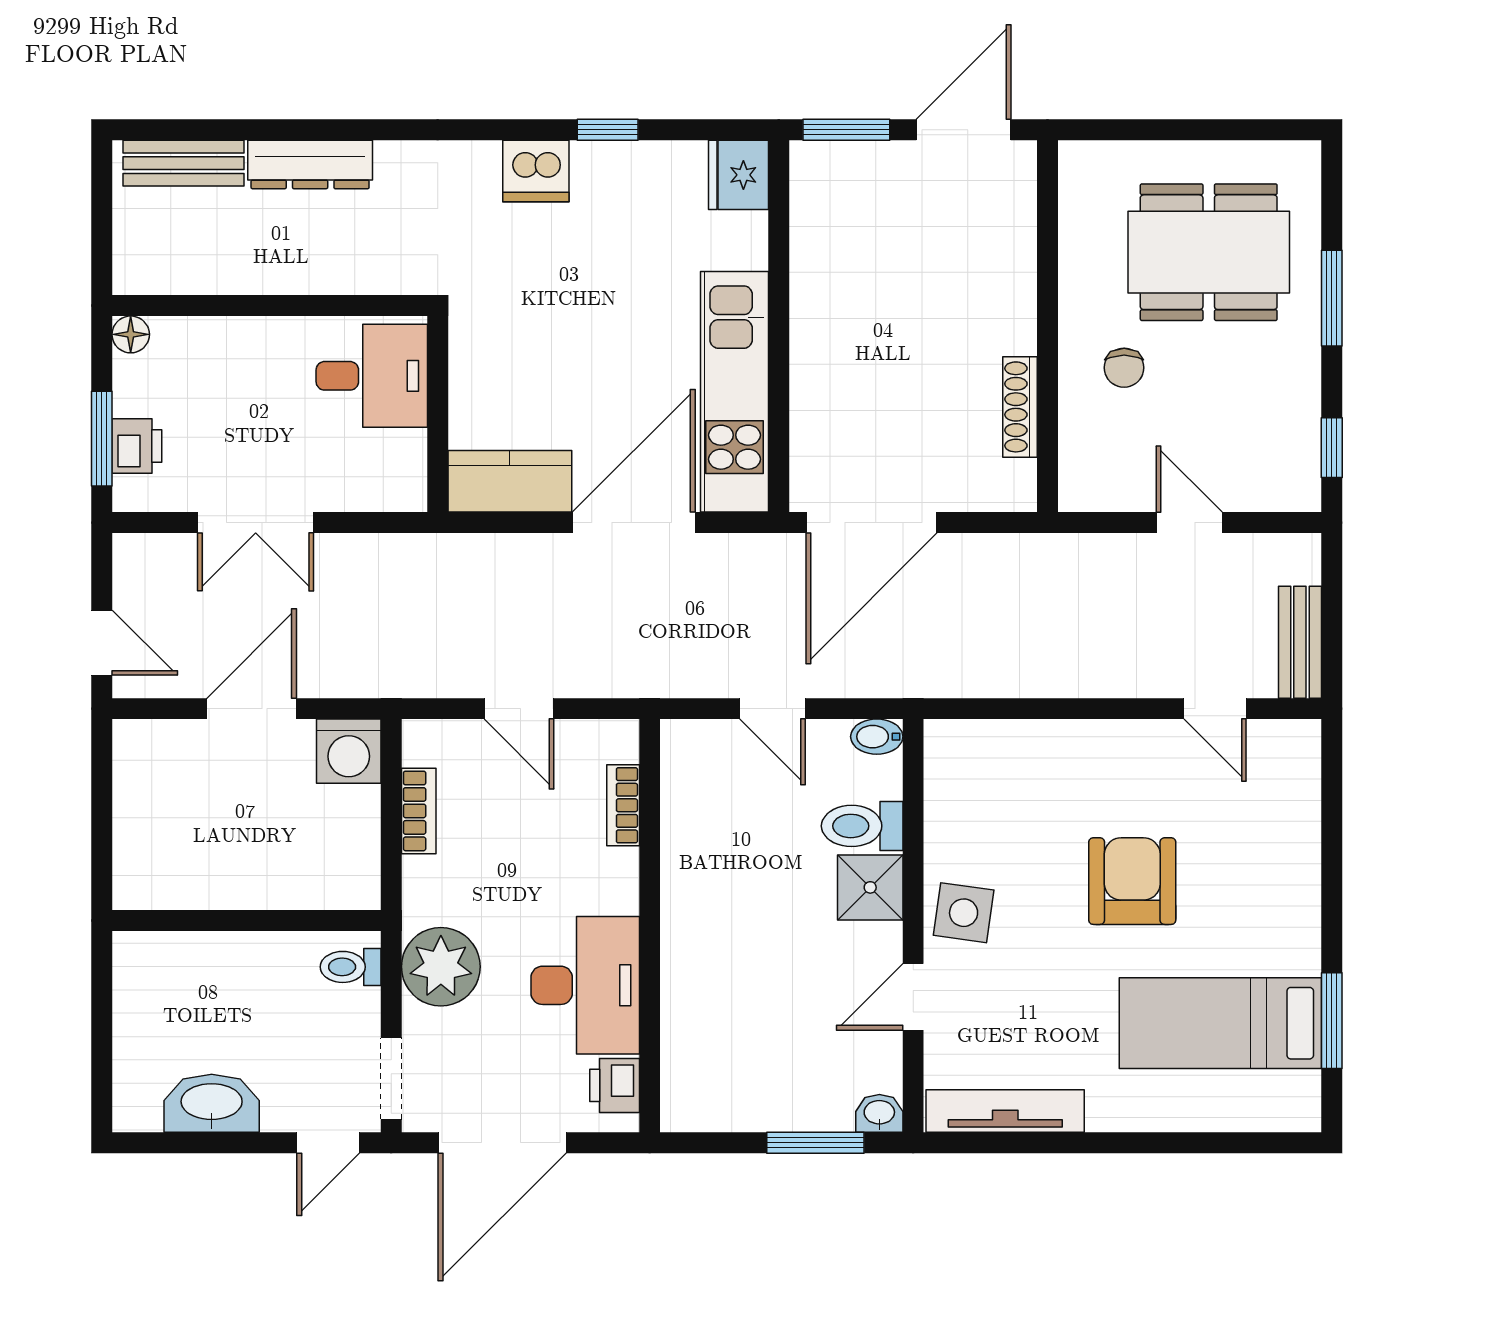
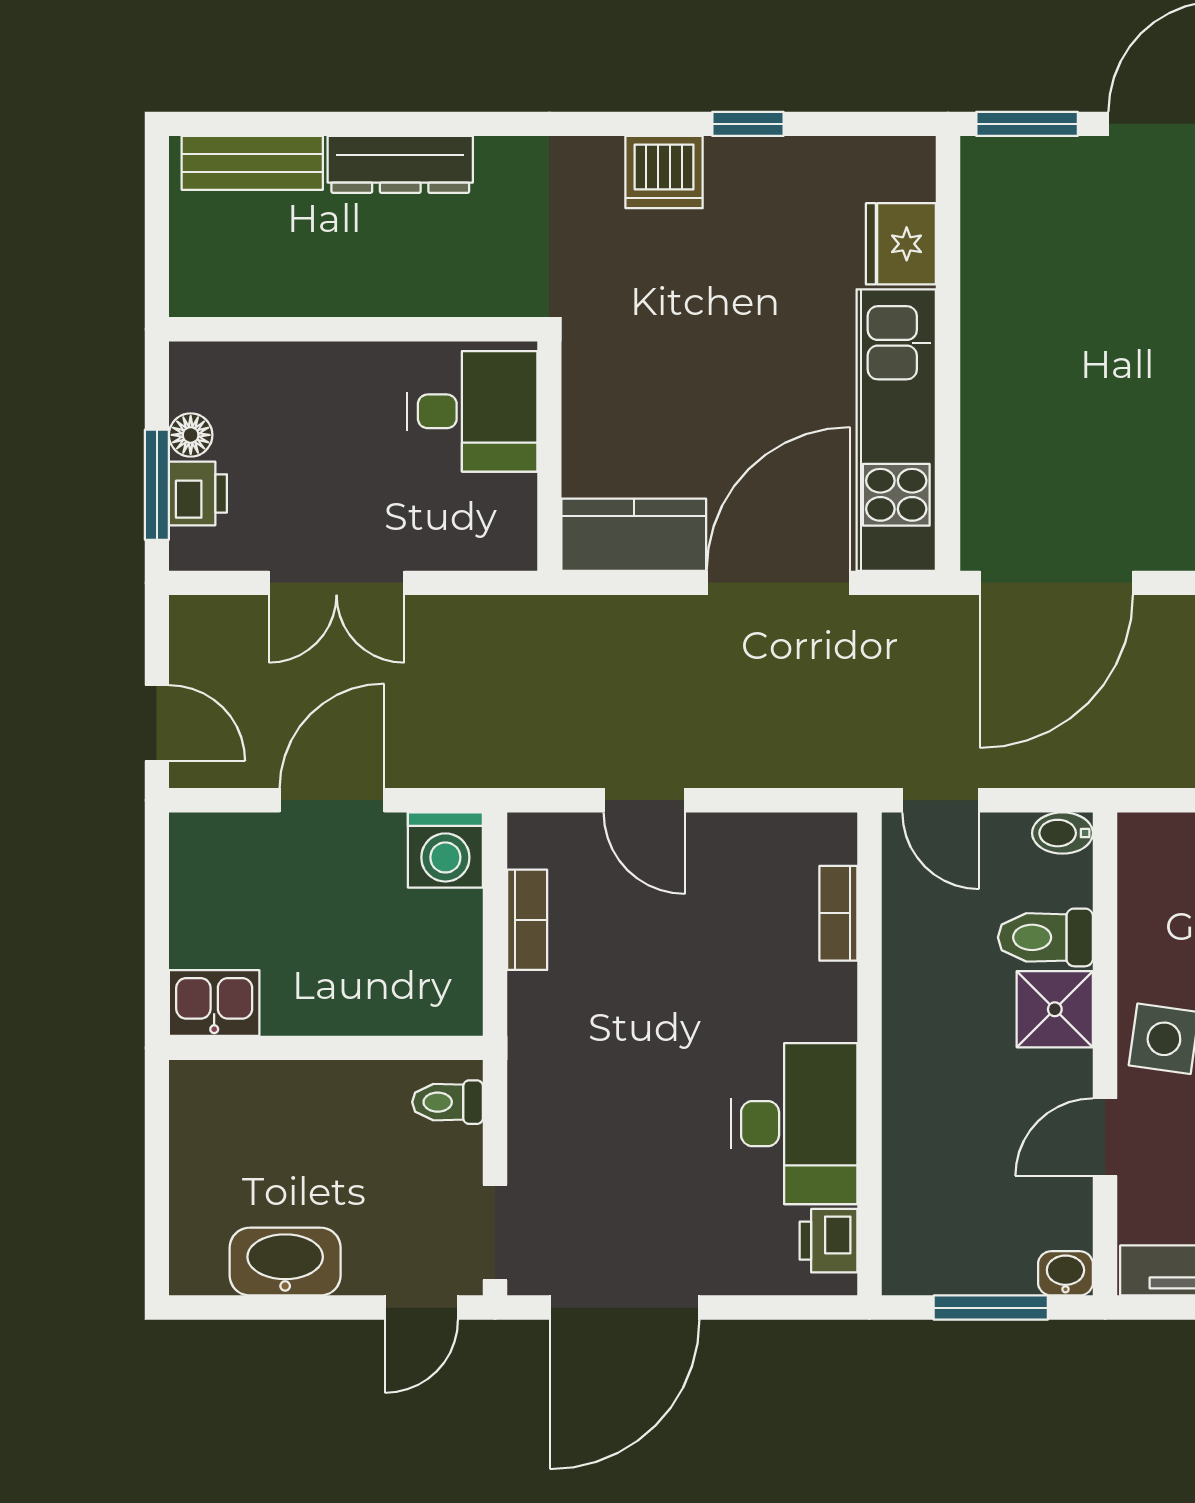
fridge: (739, 175) -> (901, 244), moved
floor lamp: (131, 334) -> (191, 435), moved
bookcase: (623, 805) -> (838, 913), moved
kitchen sink: (151, 882) -> (214, 1003), added
wall: (650, 926) -> (869, 1054), moved
plant: (441, 967) -> (553, 1102), removed
desk: (585, 985) -> (794, 1124), moved
printer: (615, 1085) -> (829, 1241), moved

